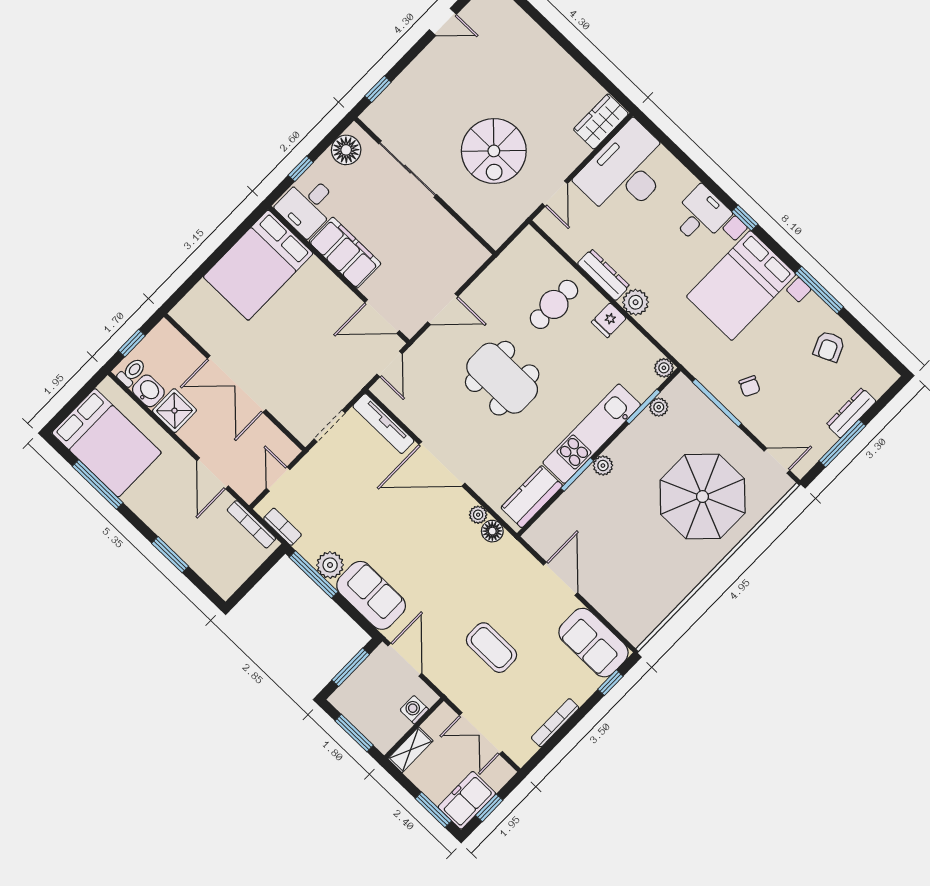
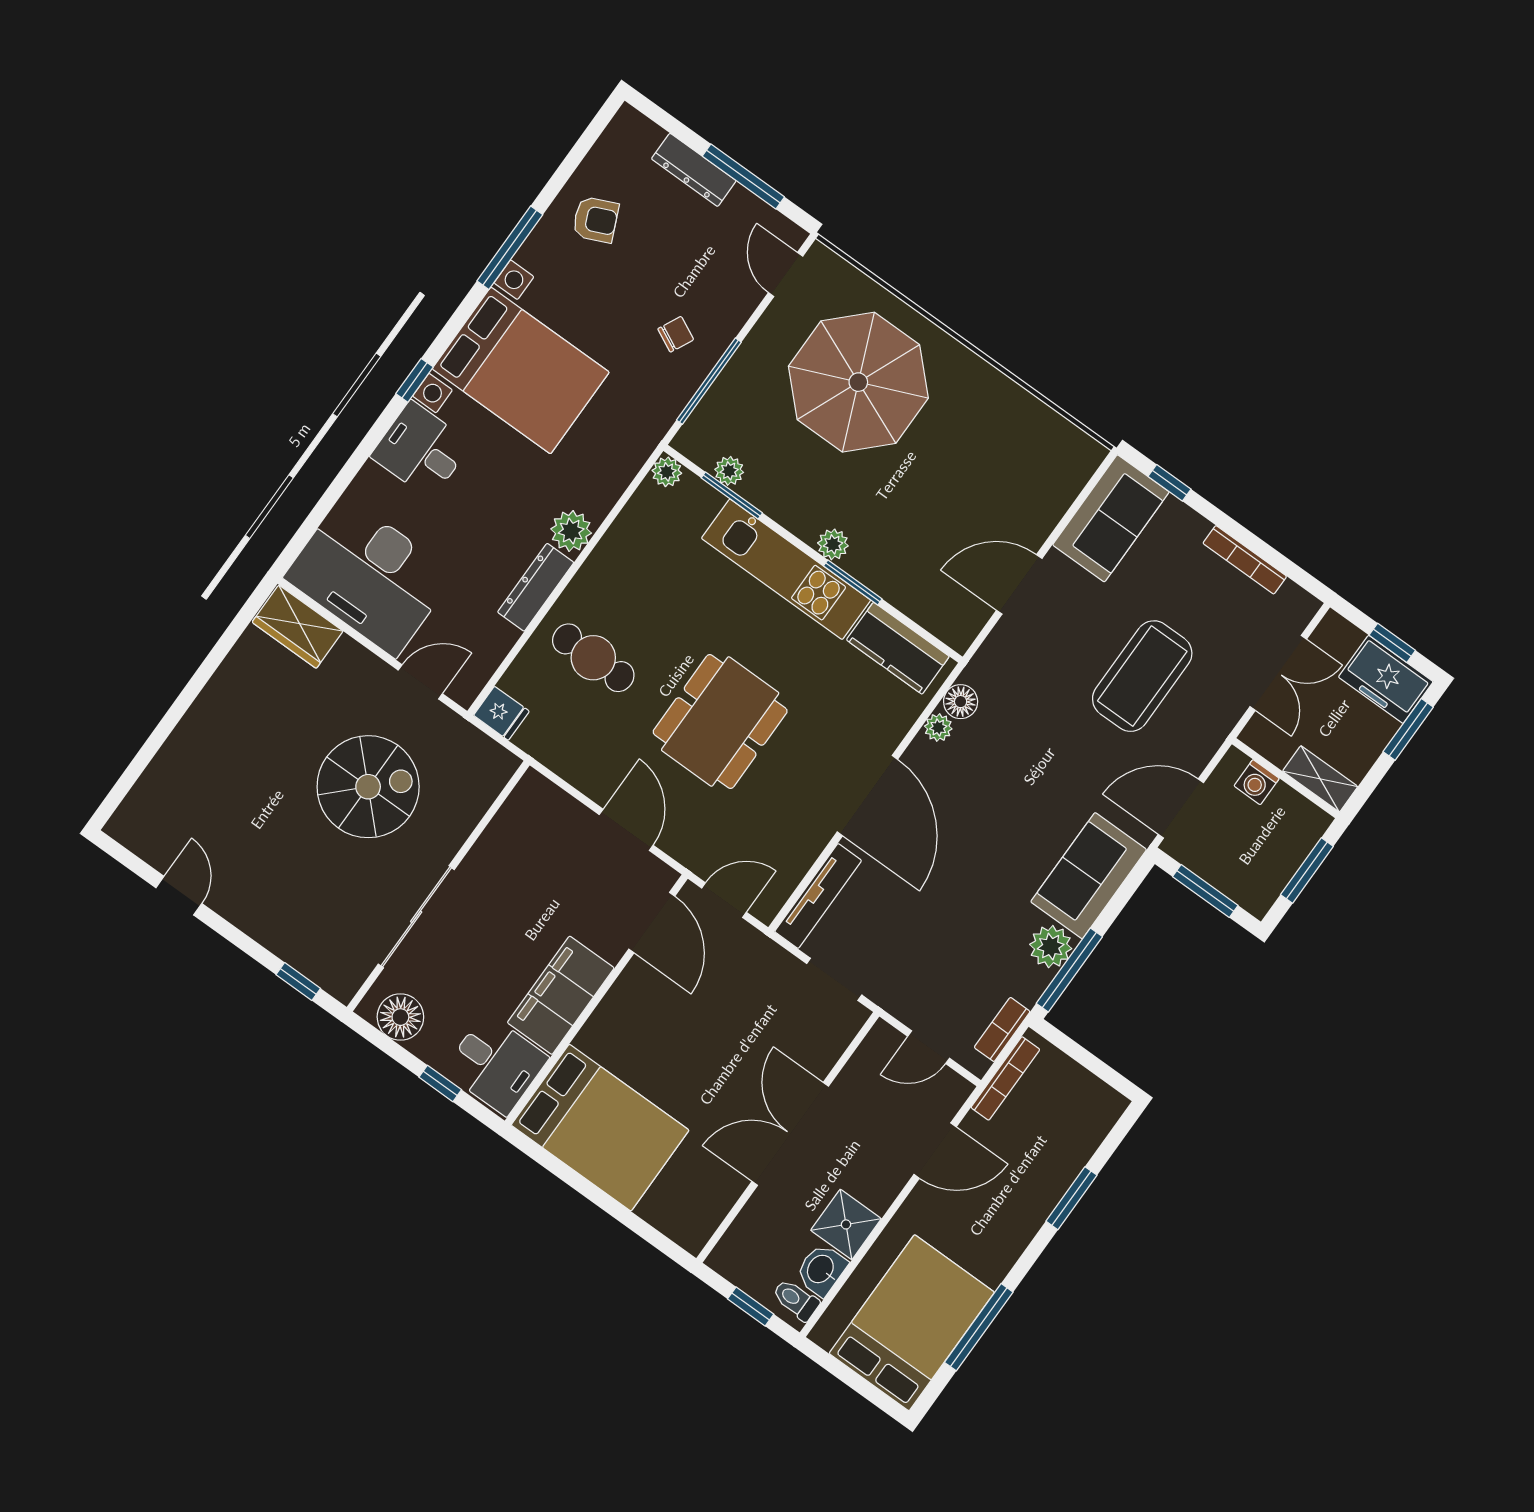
fridge: (609, 320) -> (501, 713), moved
double door: (237, 384) -> (790, 1134), swing flipped
coffee table: (491, 648) -> (1142, 676), width x1.36, depth x1.32

